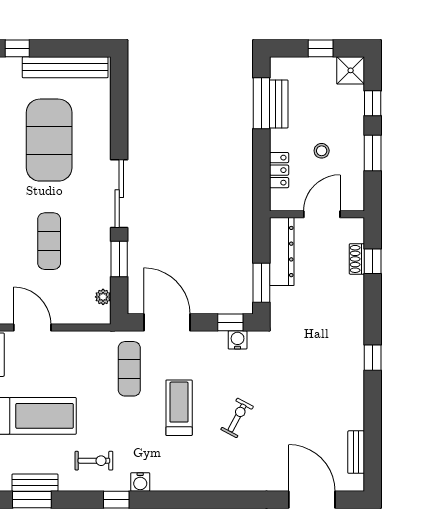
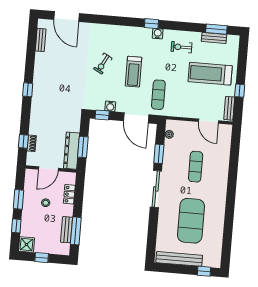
window: (261, 283) -> (83, 147), moved
water cooler: (238, 340) -> (110, 106), moved
window: (116, 500) -> (151, 24), moved

